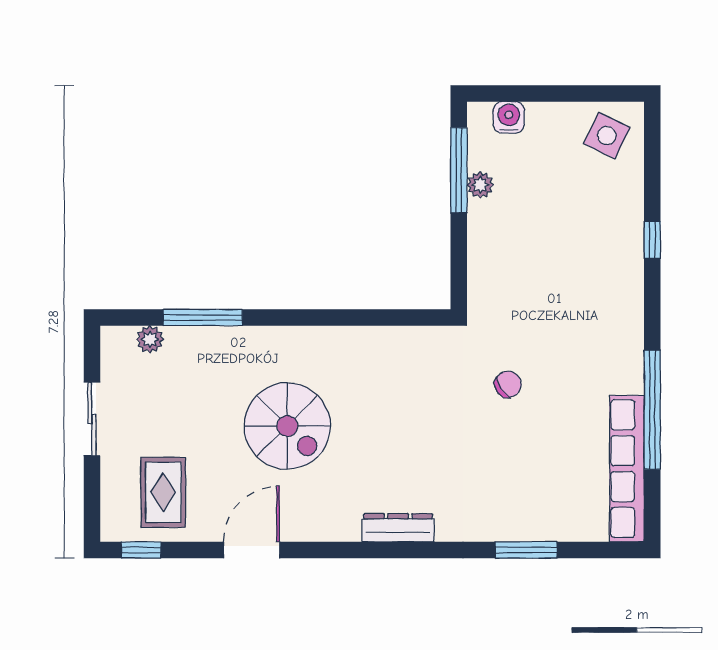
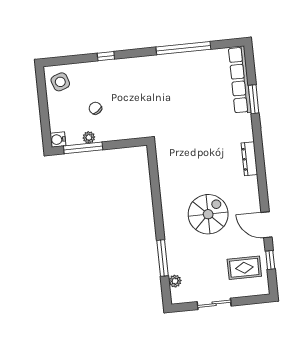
water cooler: (509, 117) -> (58, 139), moved
side table: (607, 136) -> (60, 82), turned 45
chair: (508, 384) -> (95, 108), moved
row of seats: (627, 469) -> (240, 80), moved, turned 90
window: (141, 550) -> (270, 260), moved

